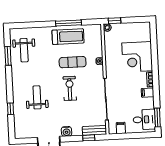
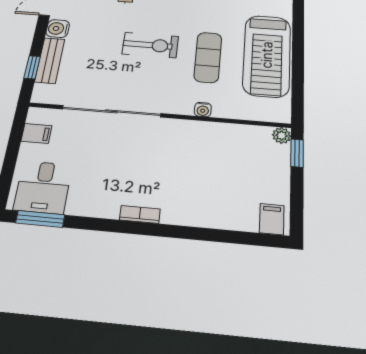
window: (69, 23) -> (298, 60), removed
treadmill: (68, 37) -> (267, 55), width x1.37, depth x1.38
corner desk: (137, 57) -> (202, 192), removed
filing cabinet: (148, 93) -> (272, 219), moved
bench: (94, 130) -> (50, 60), moved

